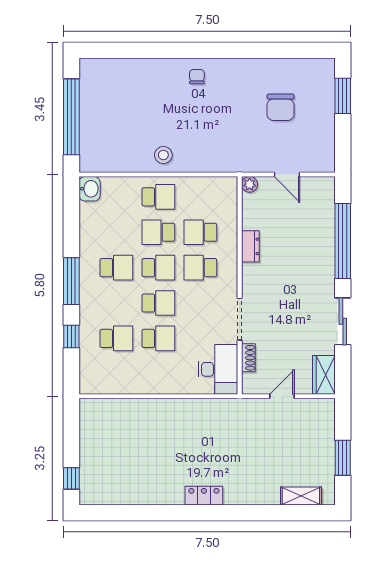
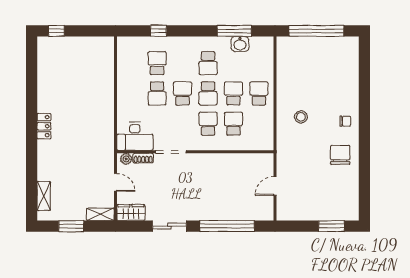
chair: (281, 107) -> (340, 155), moved, turned 90
stool: (163, 155) -> (301, 117), moved
plant: (250, 184) -> (126, 159), moved
washbasin: (90, 189) -> (240, 44), moved
school desk: (158, 197) -> (259, 93), turned 180
dresser: (250, 246) -> (223, 160), removed
window: (71, 281) -> (234, 31), moved
school desk: (158, 303) -> (183, 93), turned 180
school desk: (116, 338) -> (157, 63), turned 180
shelving: (327, 417) -> (100, 214), added

